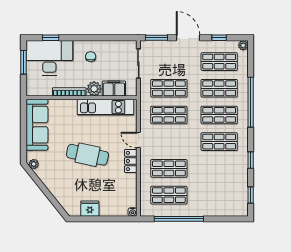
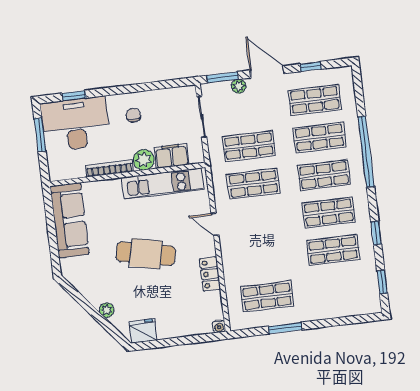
plant: (243, 45) -> (239, 86), moved
locker: (131, 161) -> (210, 274), moved
plant: (34, 164) -> (107, 310), moved
shop shelf: (169, 168) -> (333, 250), moved
fridge: (90, 209) -> (143, 331), moved
window: (179, 219) -> (285, 328), width x0.47

